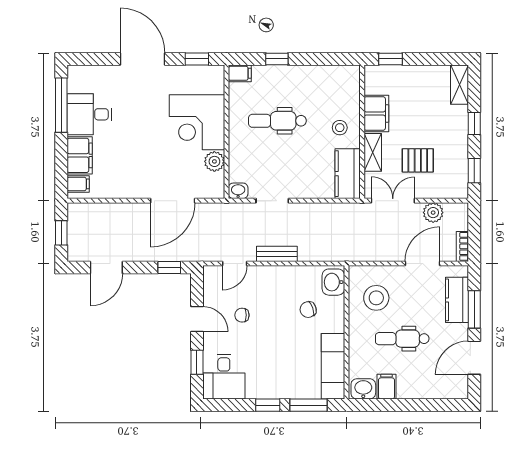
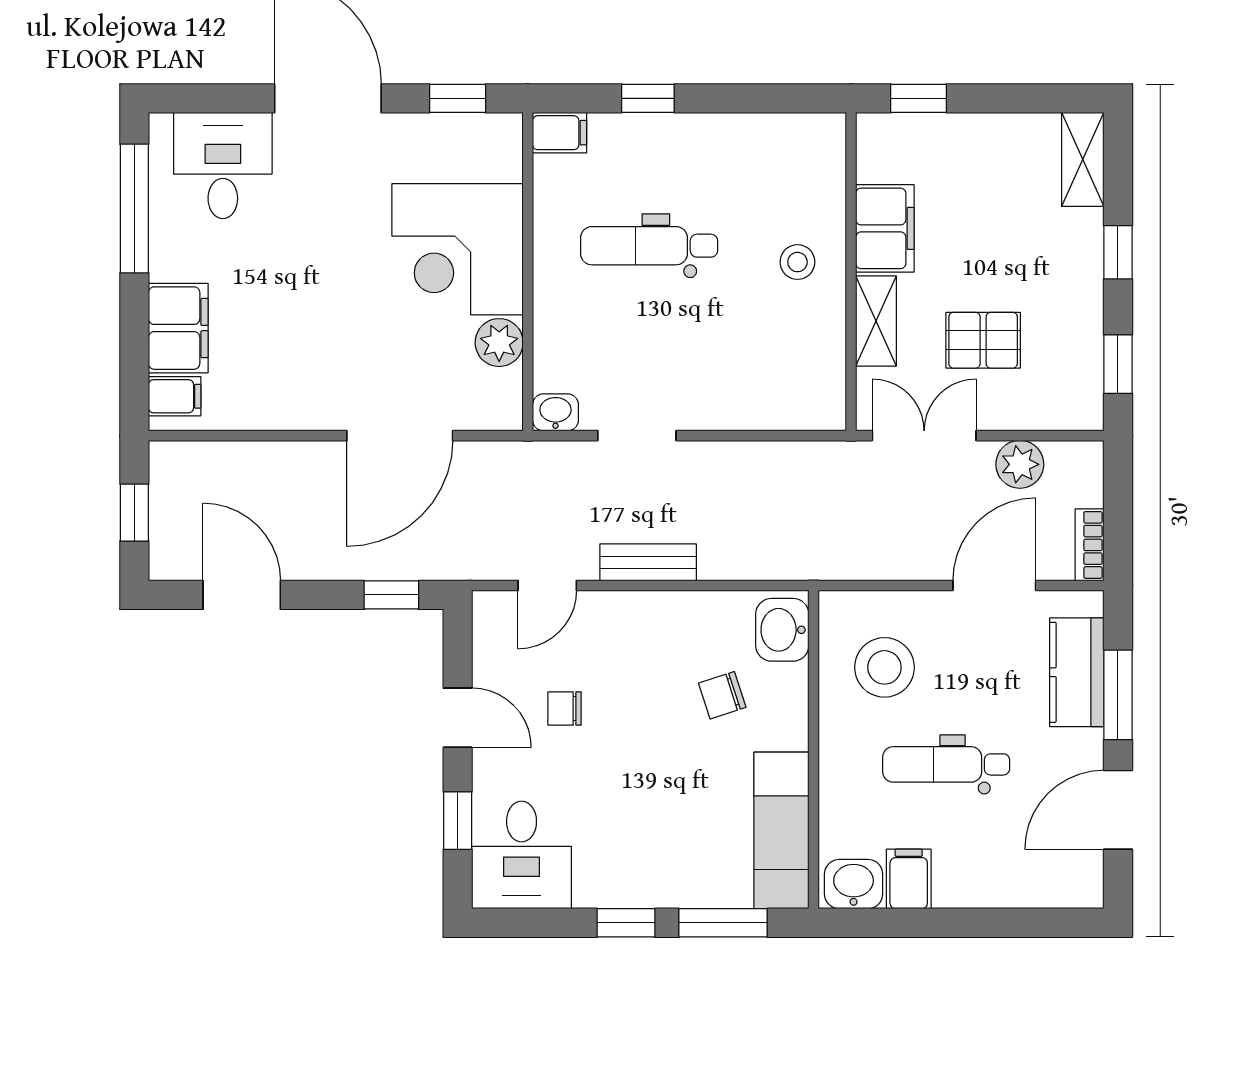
desk: (89, 114) -> (223, 166), moved, turned 90
kitchen counter: (348, 174) -> (817, 371), removed
door: (106, 267) -> (242, 595), swing flipped

